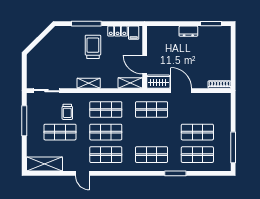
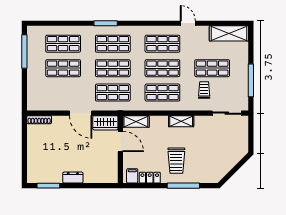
shop shelf: (152, 132) -> (113, 68), added
window: (175, 173) -> (106, 23), moved

